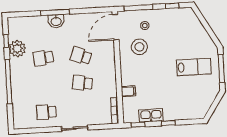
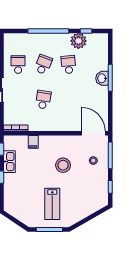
stool: (139, 47) -> (63, 165), moved
school desk: (81, 56) -> (43, 65), moved

